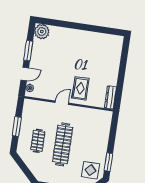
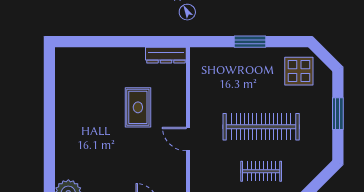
rug: (80, 88) -> (138, 107), moved, turned 90
window: (108, 162) -> (250, 42), moved

